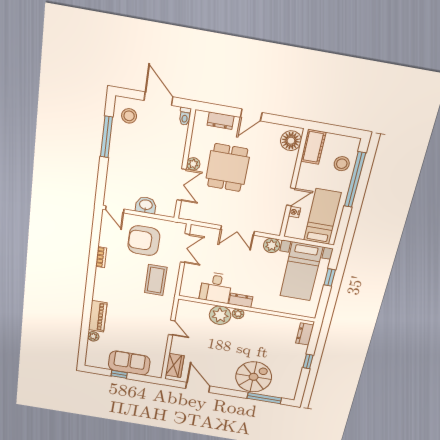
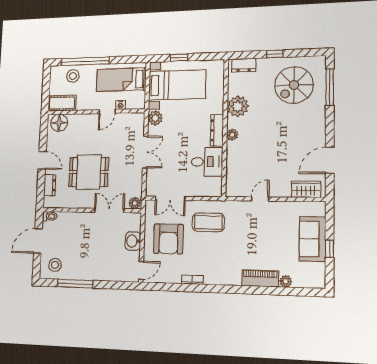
plant: (193, 164) -> (135, 203), moved
door: (291, 197) -> (107, 112), swing flipped
double door: (185, 248) -> (170, 198), swing flipped
dresser: (241, 300) -> (217, 130), width x1.44
plant: (220, 315) -> (238, 106), moved
spiral stairs: (254, 377) -> (294, 85), moved, turned -90

